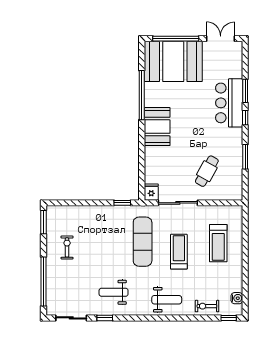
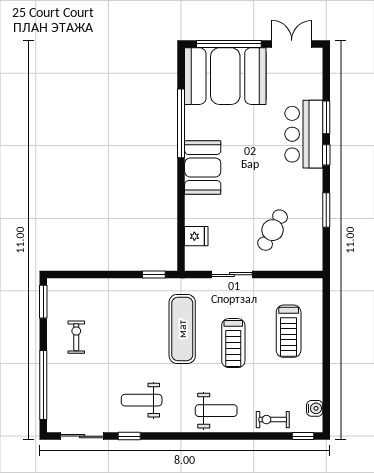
fridge: (151, 192) -> (196, 236), moved, turned 90
sliding door: (178, 203) -> (232, 275), width x0.73
treadmill: (179, 252) -> (233, 343), turned 180

